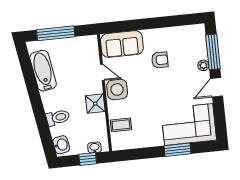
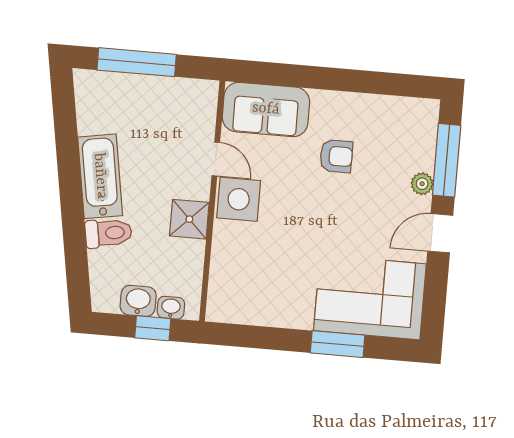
bathtub: (43, 71) -> (100, 176), moved
coffee table: (121, 125) -> (233, 272), removed
washbasin: (61, 145) -> (138, 301), moved, turned -80

